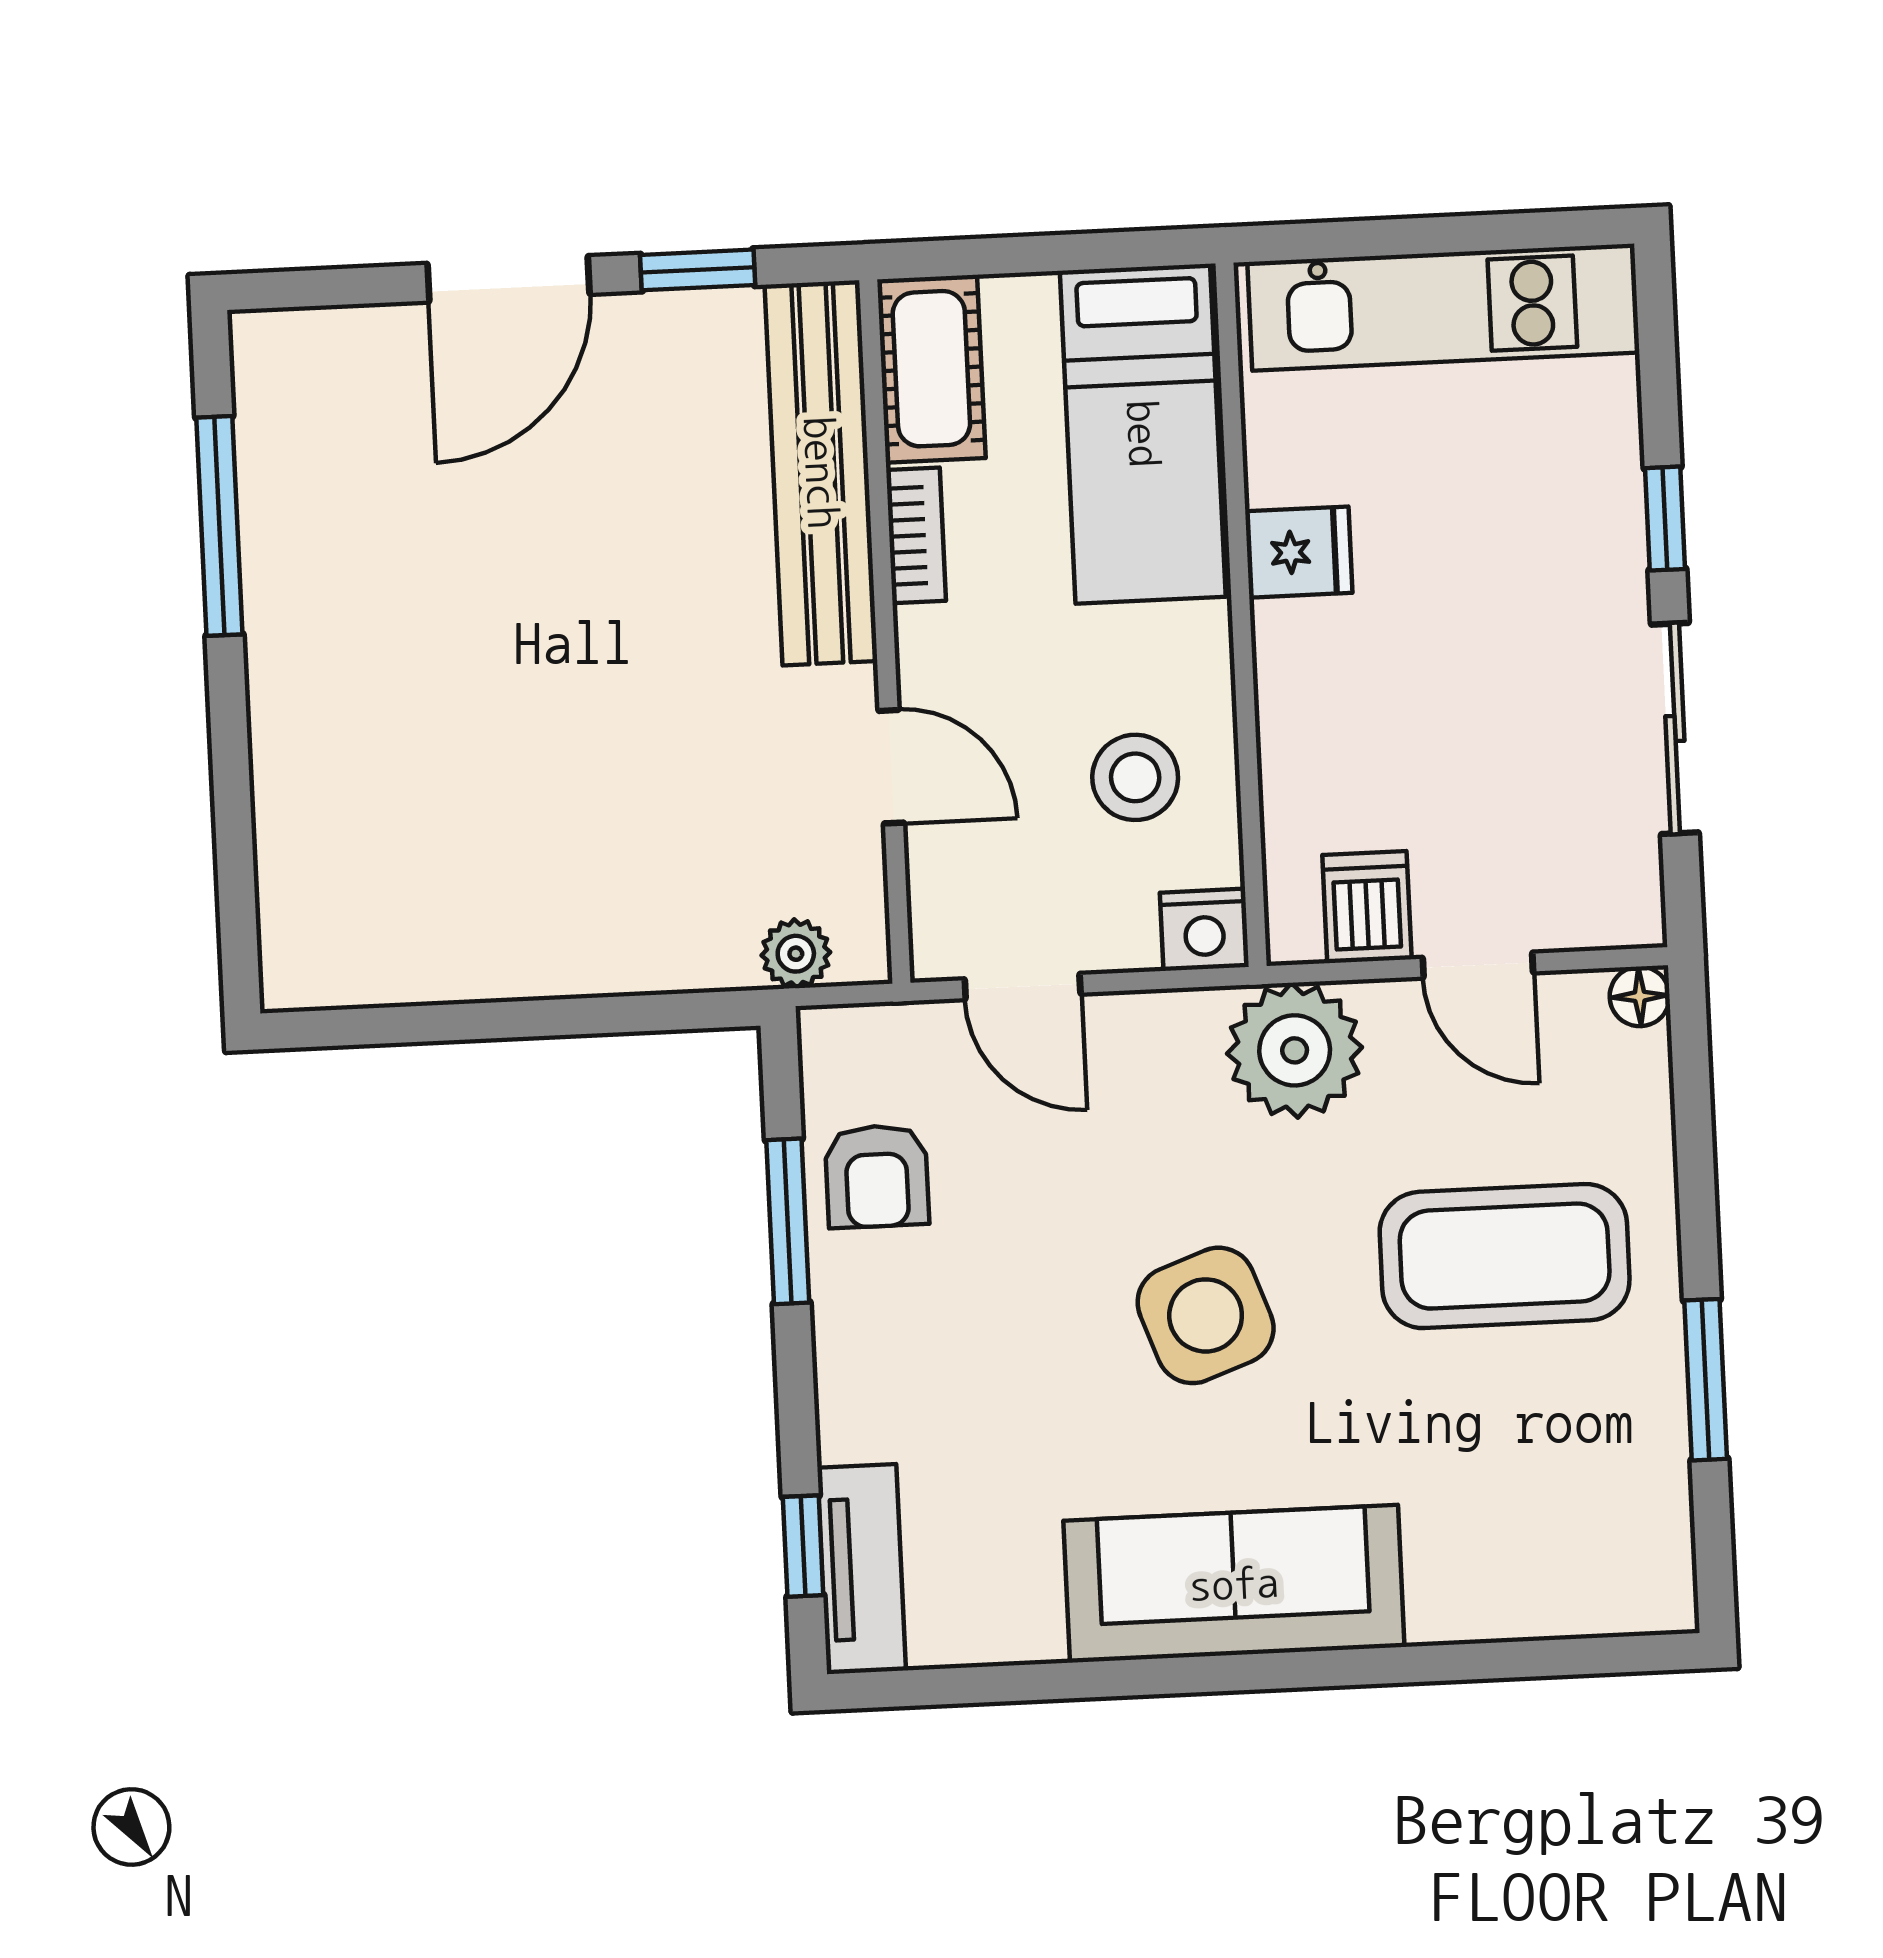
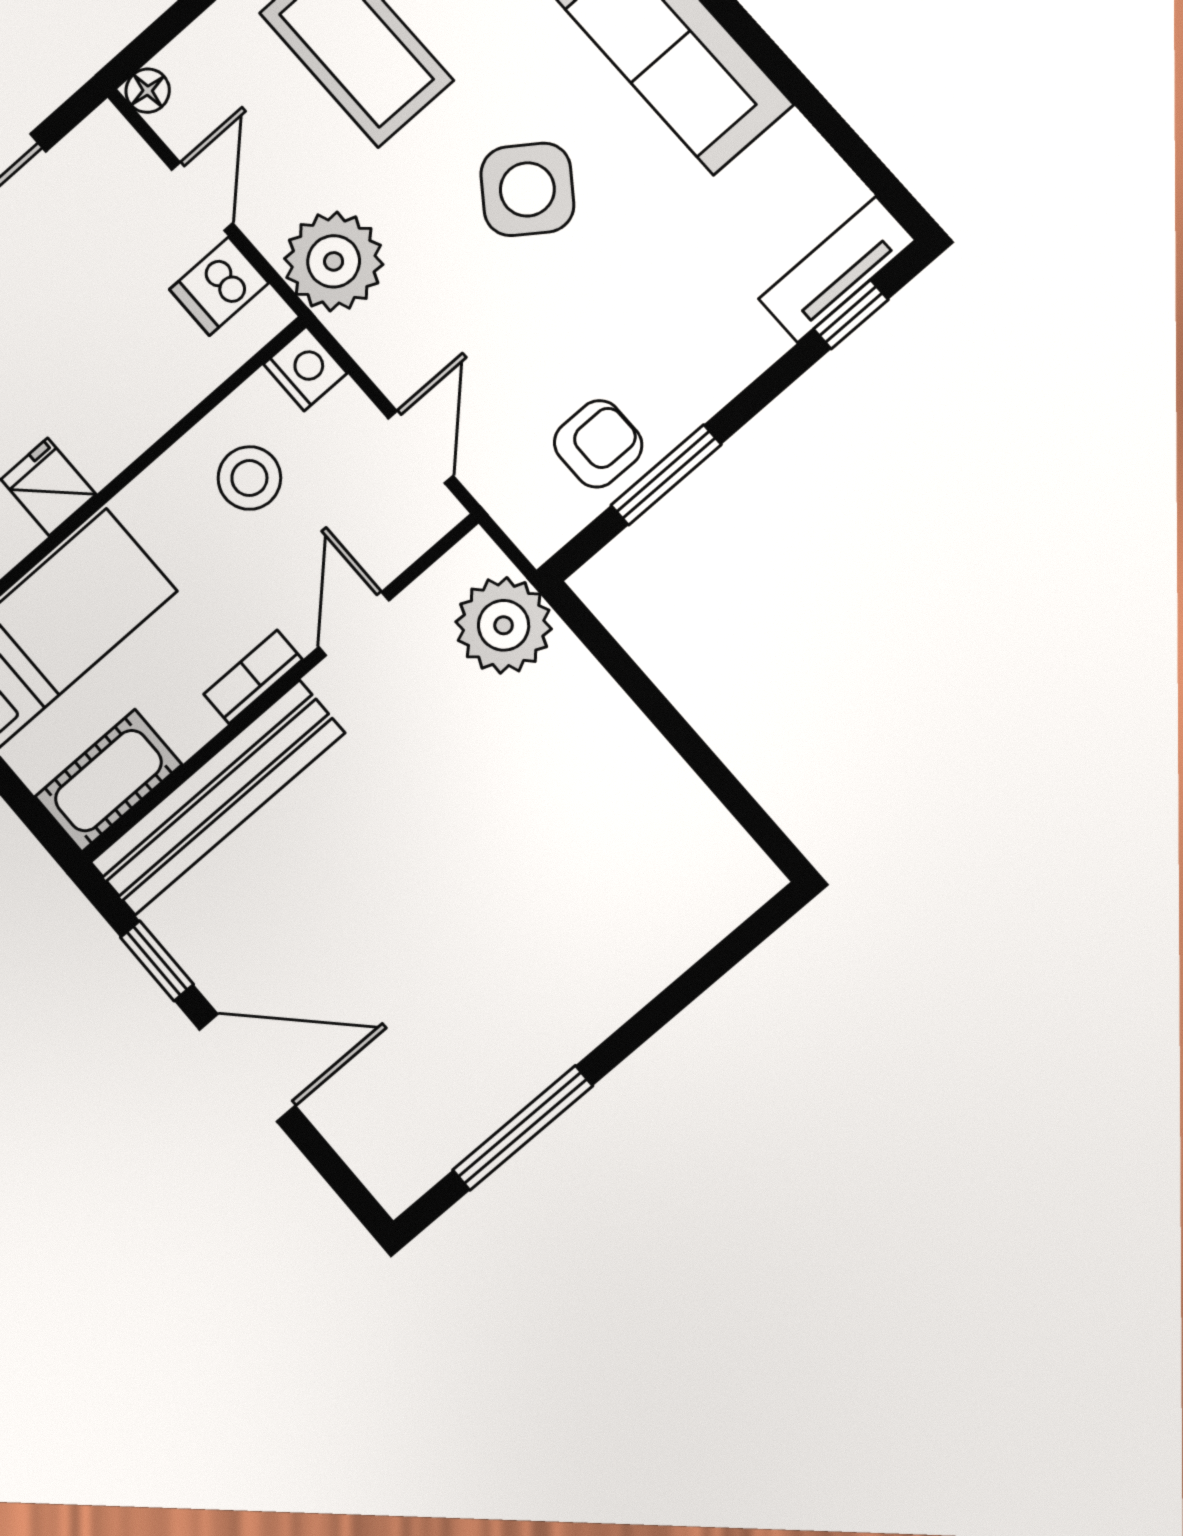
bookcase: (916, 535) -> (253, 677), moved
plant: (796, 954) -> (504, 625), width x1.88, depth x1.88
side table: (1206, 1315) -> (527, 189), turned -34

